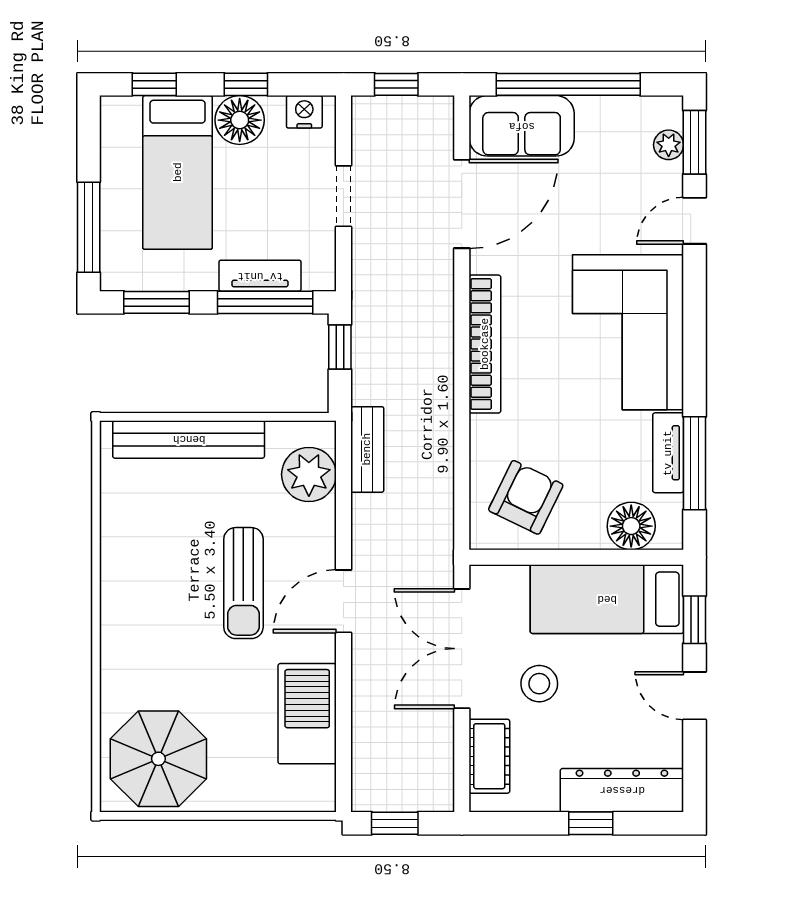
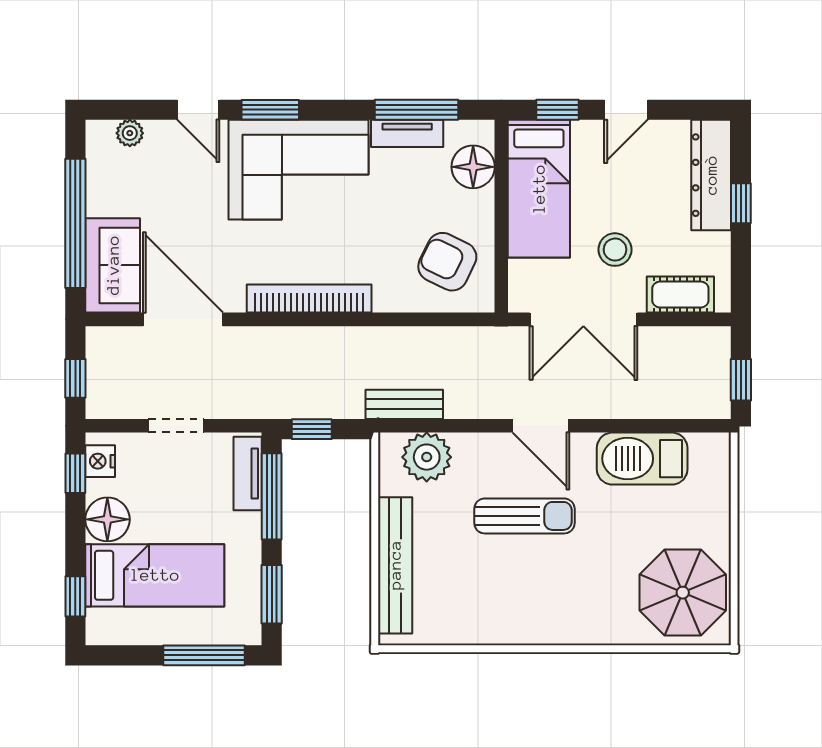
window: (246, 84) -> (75, 473), moved
window: (695, 142) -> (270, 110), moved
tv unit: (260, 276) -> (248, 474), moved

